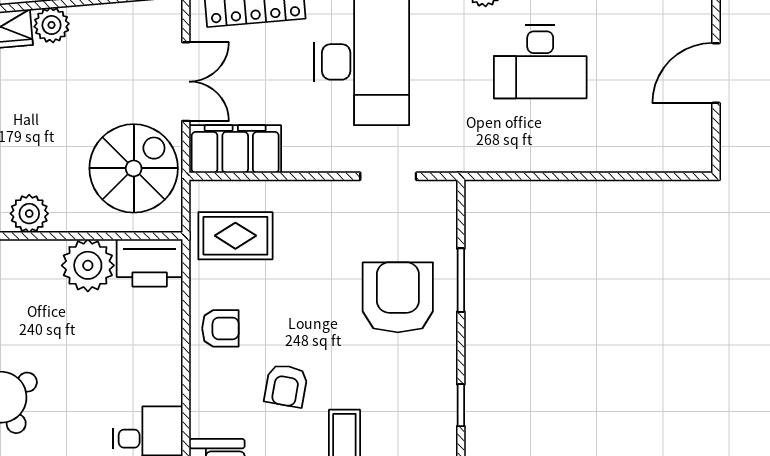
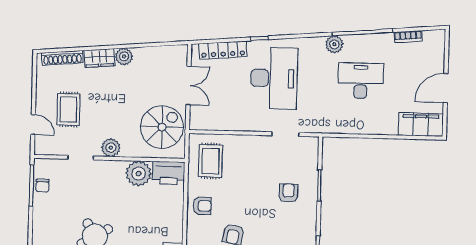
desk: (540, 62) -> (361, 81), turned 180
filing cabinet: (235, 149) -> (421, 124), moved
rug: (235, 236) -> (211, 161), turned 90
armchair: (398, 297) -> (289, 193), width x0.53, depth x0.53

